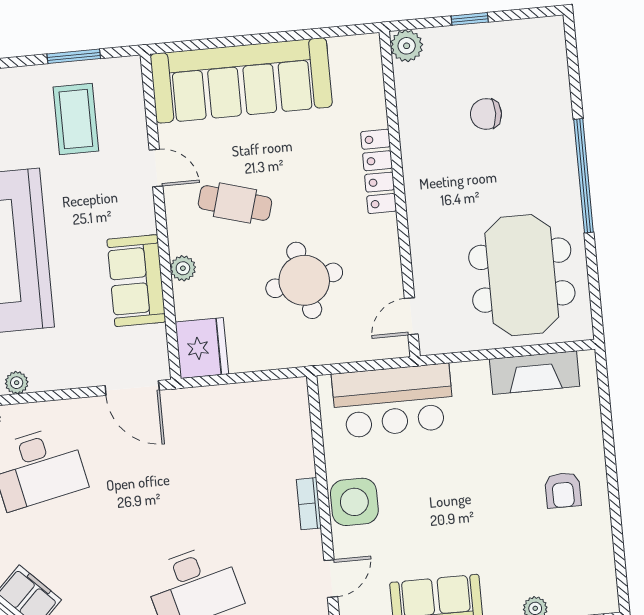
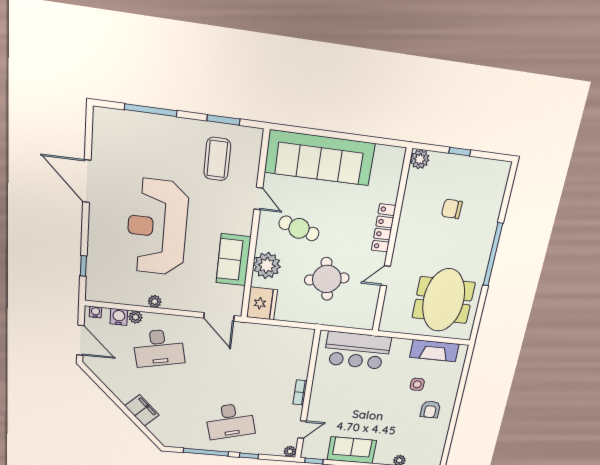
plant: (183, 268) -> (267, 265), width x1.88, depth x1.88
door: (411, 316) -> (385, 276), moved
side table: (354, 502) -> (417, 384), moved, width x0.54, depth x0.54

